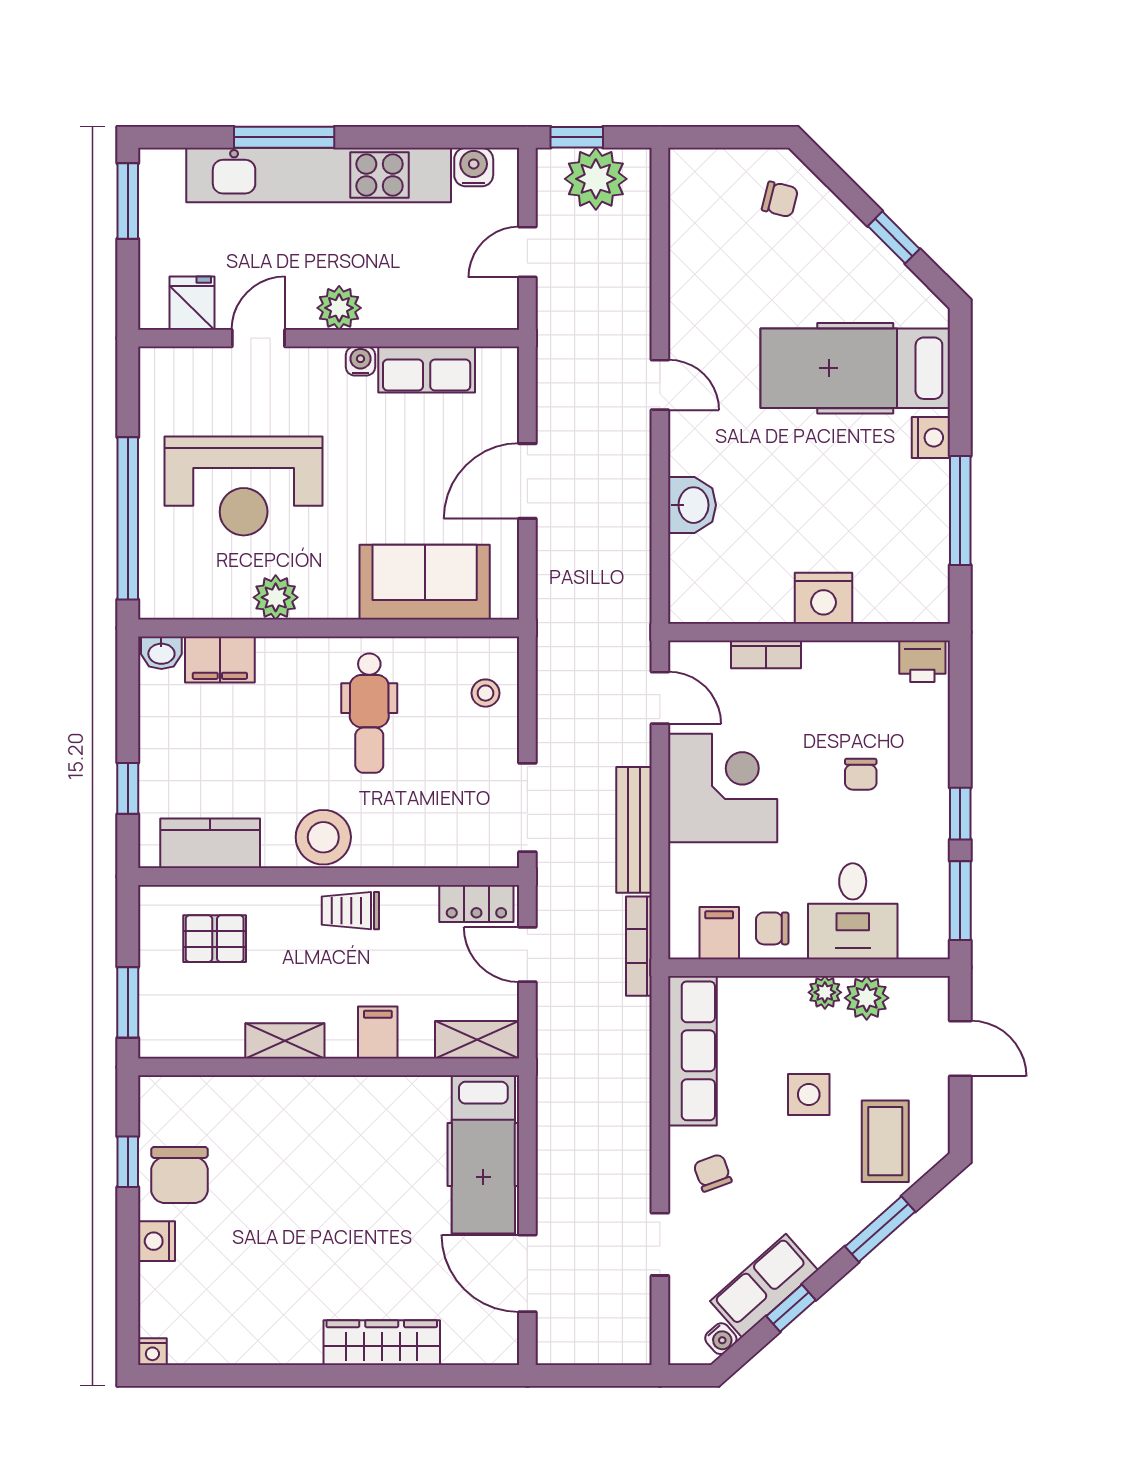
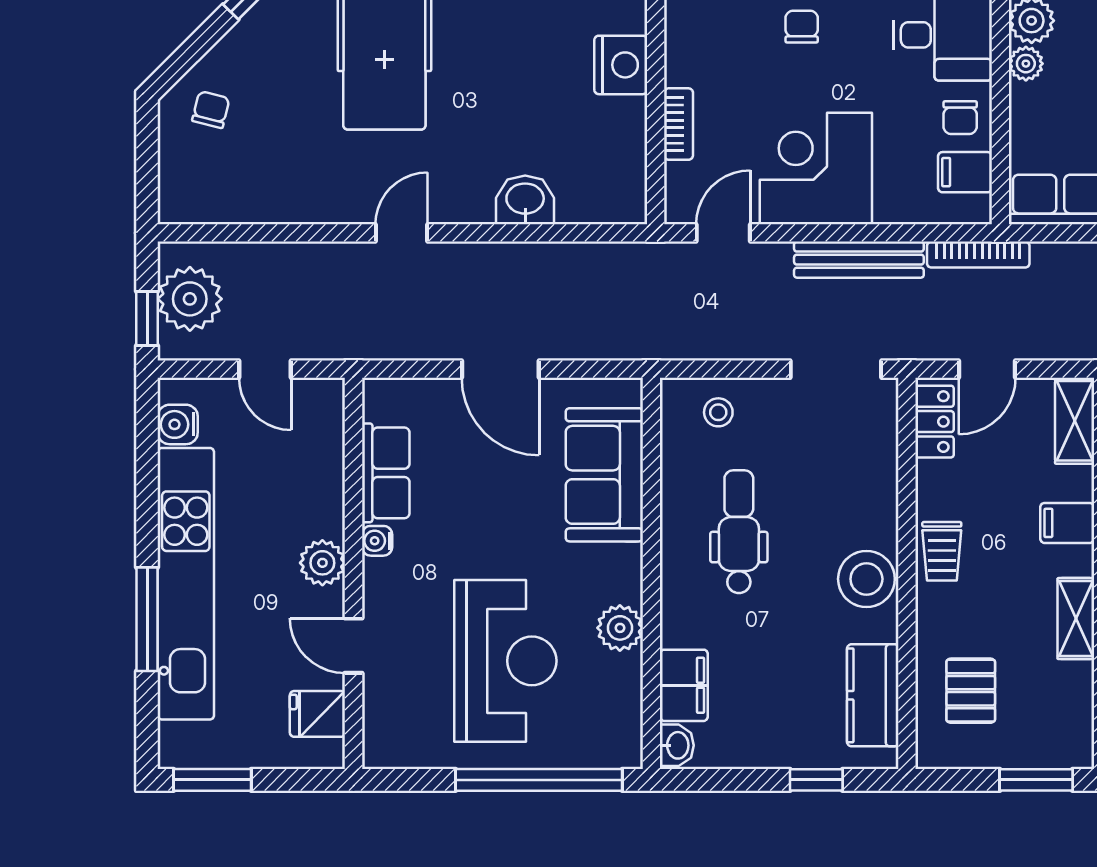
dental chair: (369, 713) -> (739, 532), turned -90
chair: (861, 774) -> (802, 27), turned -90

